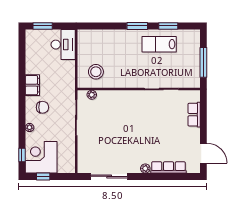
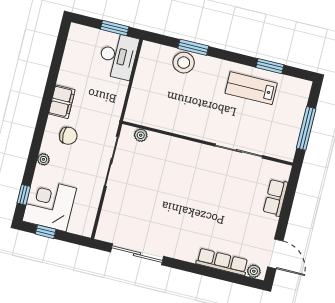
window: (43, 26) -> (115, 28), moved
window: (137, 26) -> (193, 47), moved
stool: (96, 72) -> (184, 63), moved
plant: (145, 168) -> (254, 271), moved

